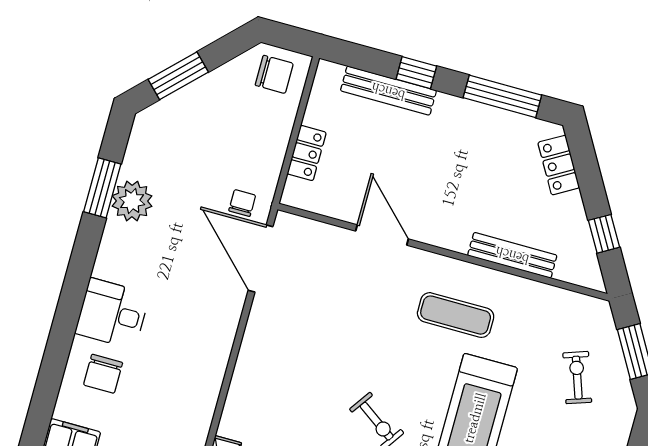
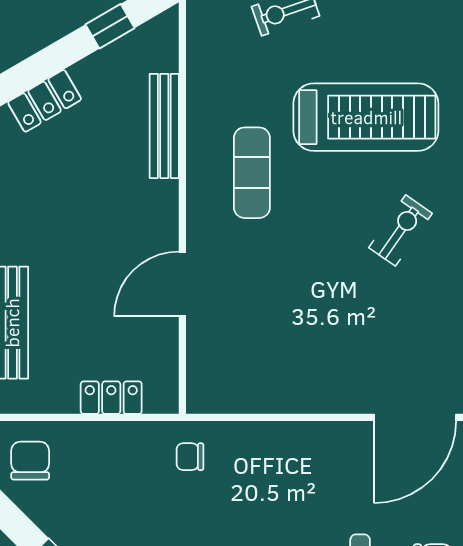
door: (261, 259) -> (415, 417), moved

